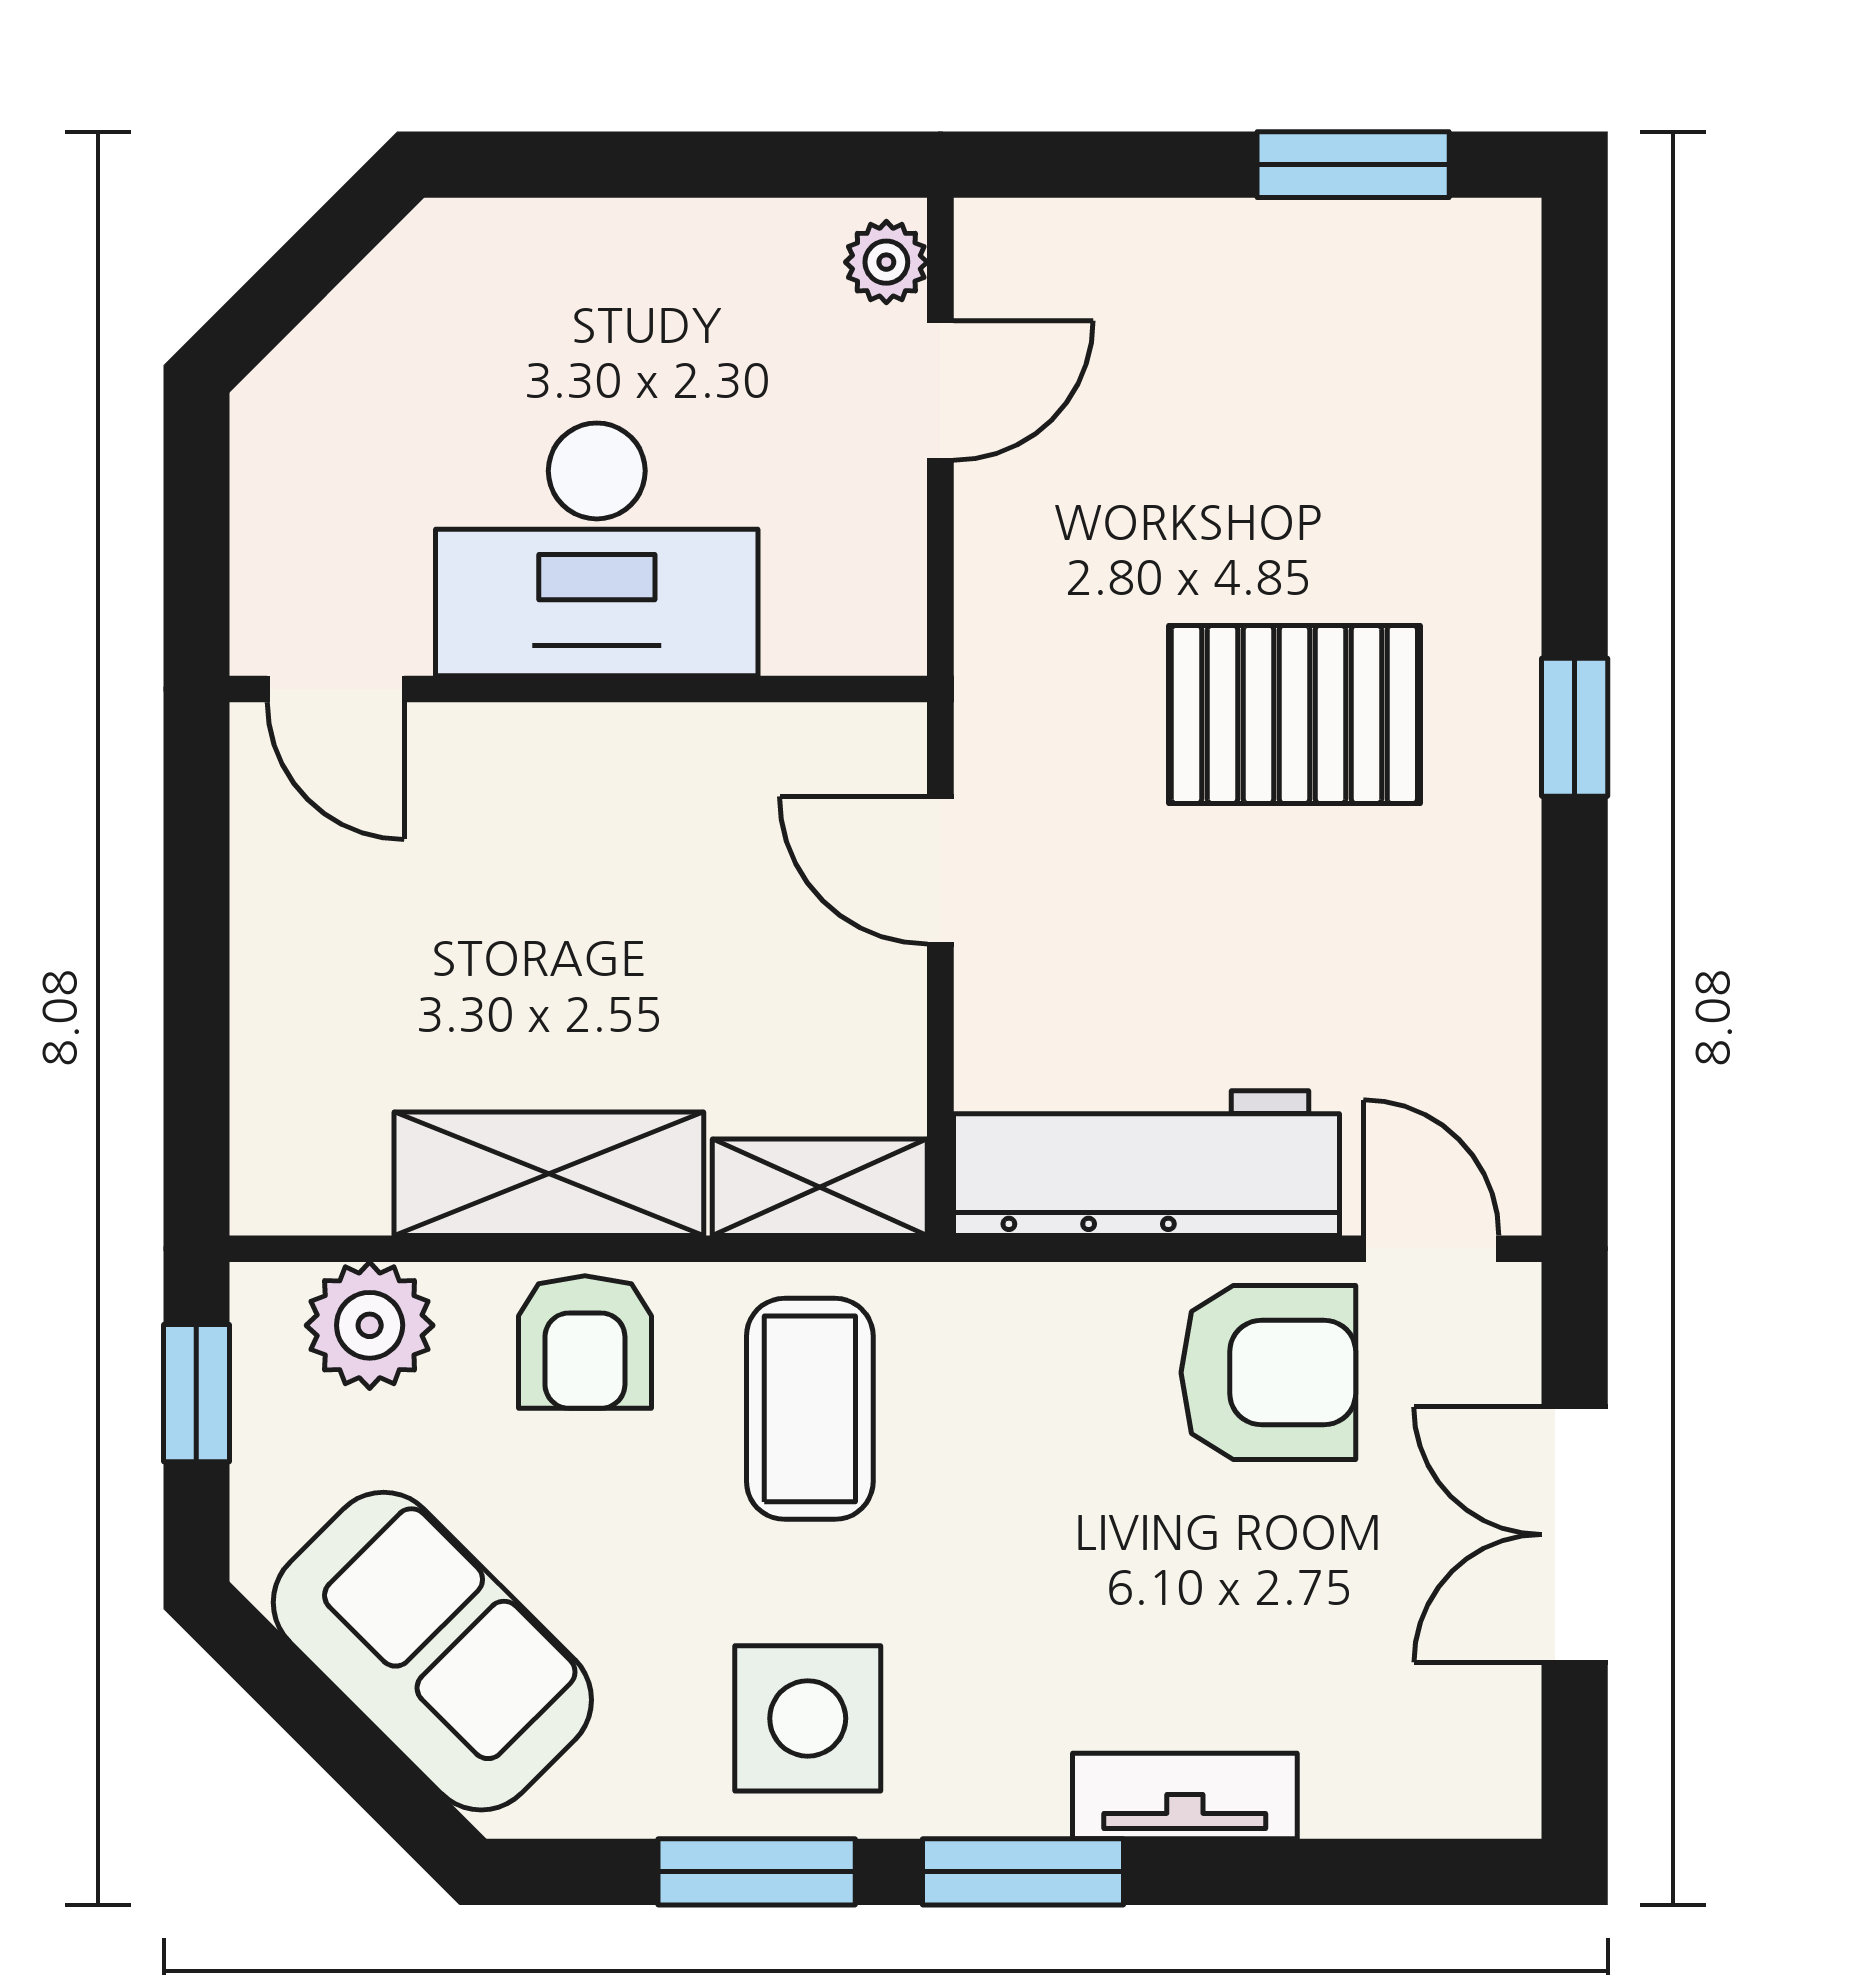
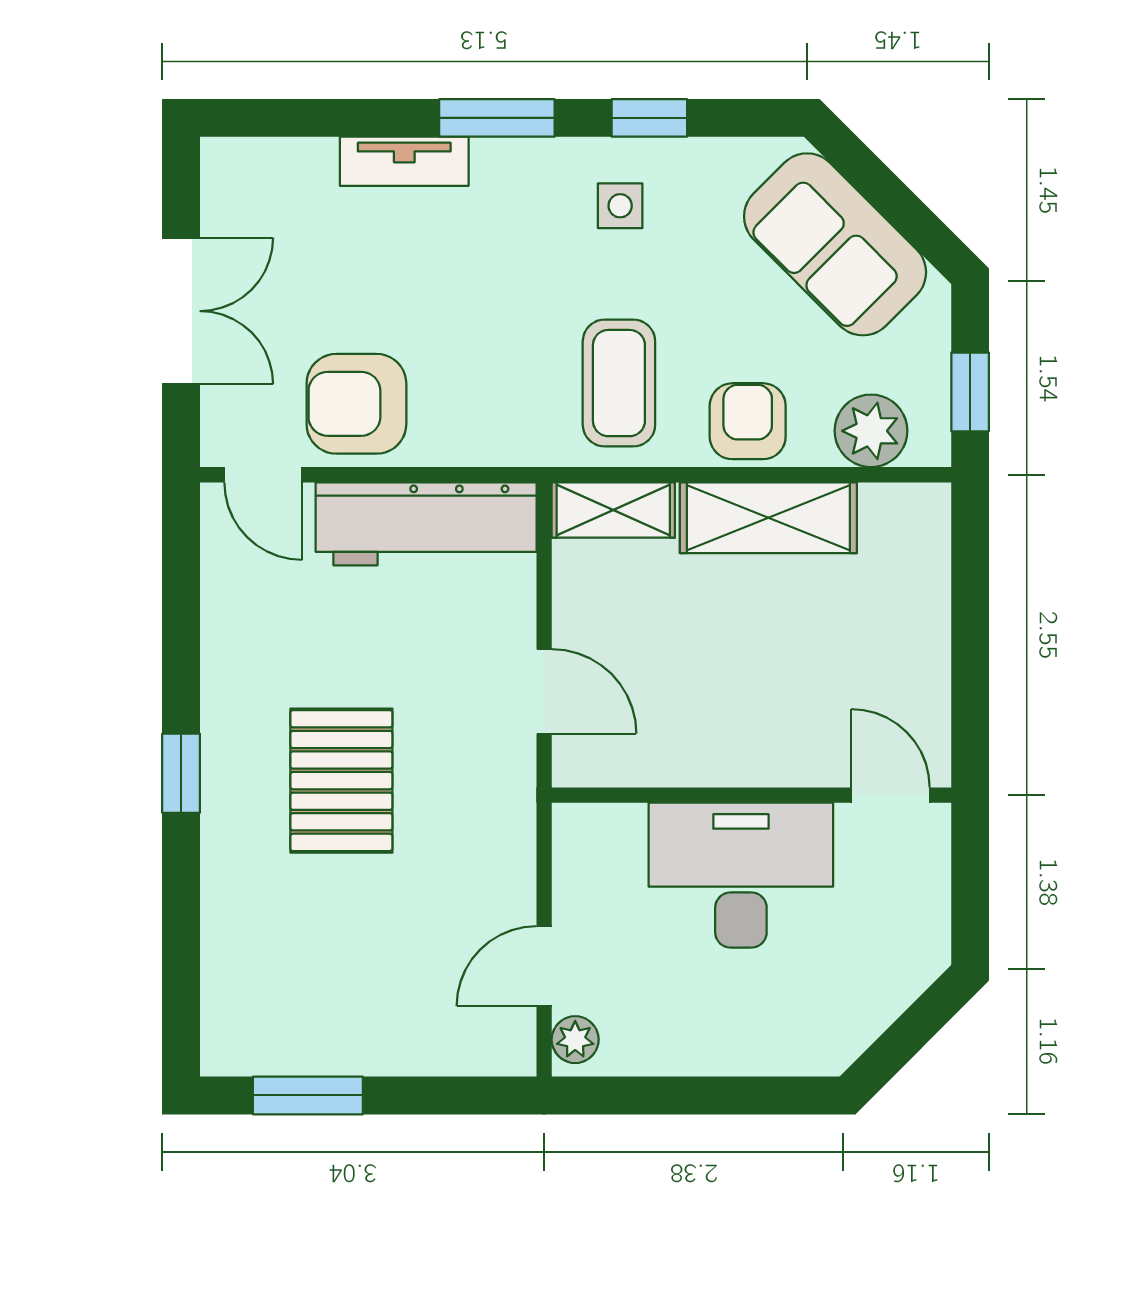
pallet: (1294, 714) -> (341, 781), turned 90
side table: (808, 1718) -> (620, 206), width x0.54, depth x0.54
window: (757, 1872) -> (649, 118), width x0.67

